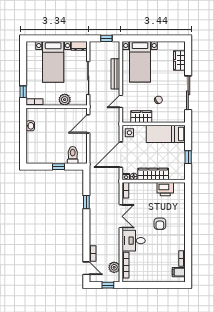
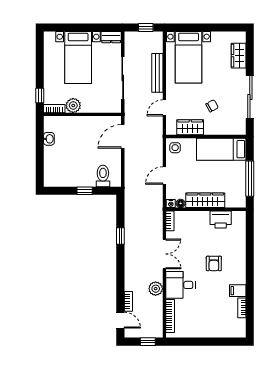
plant: (65, 100) -> (73, 105), moved
door: (121, 155) -> (164, 176), width x0.53
window: (188, 157) -> (250, 179), width x2.17
plant: (114, 267) -> (156, 289), moved
filing cabinet: (179, 272) -> (238, 291), moved

